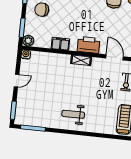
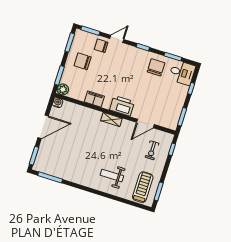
door: (115, 57) -> (145, 123), swing flipped
door: (16, 81) -> (43, 127), width x1.87
weight bench: (73, 114) -> (112, 175), moved

